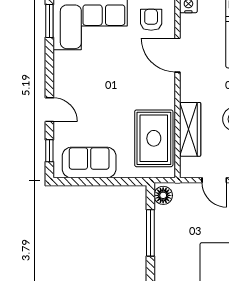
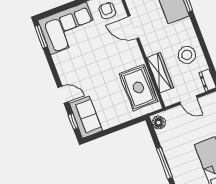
sofa: (89, 163) -> (86, 117), moved, turned 90
window: (150, 233) -> (164, 163), moved

